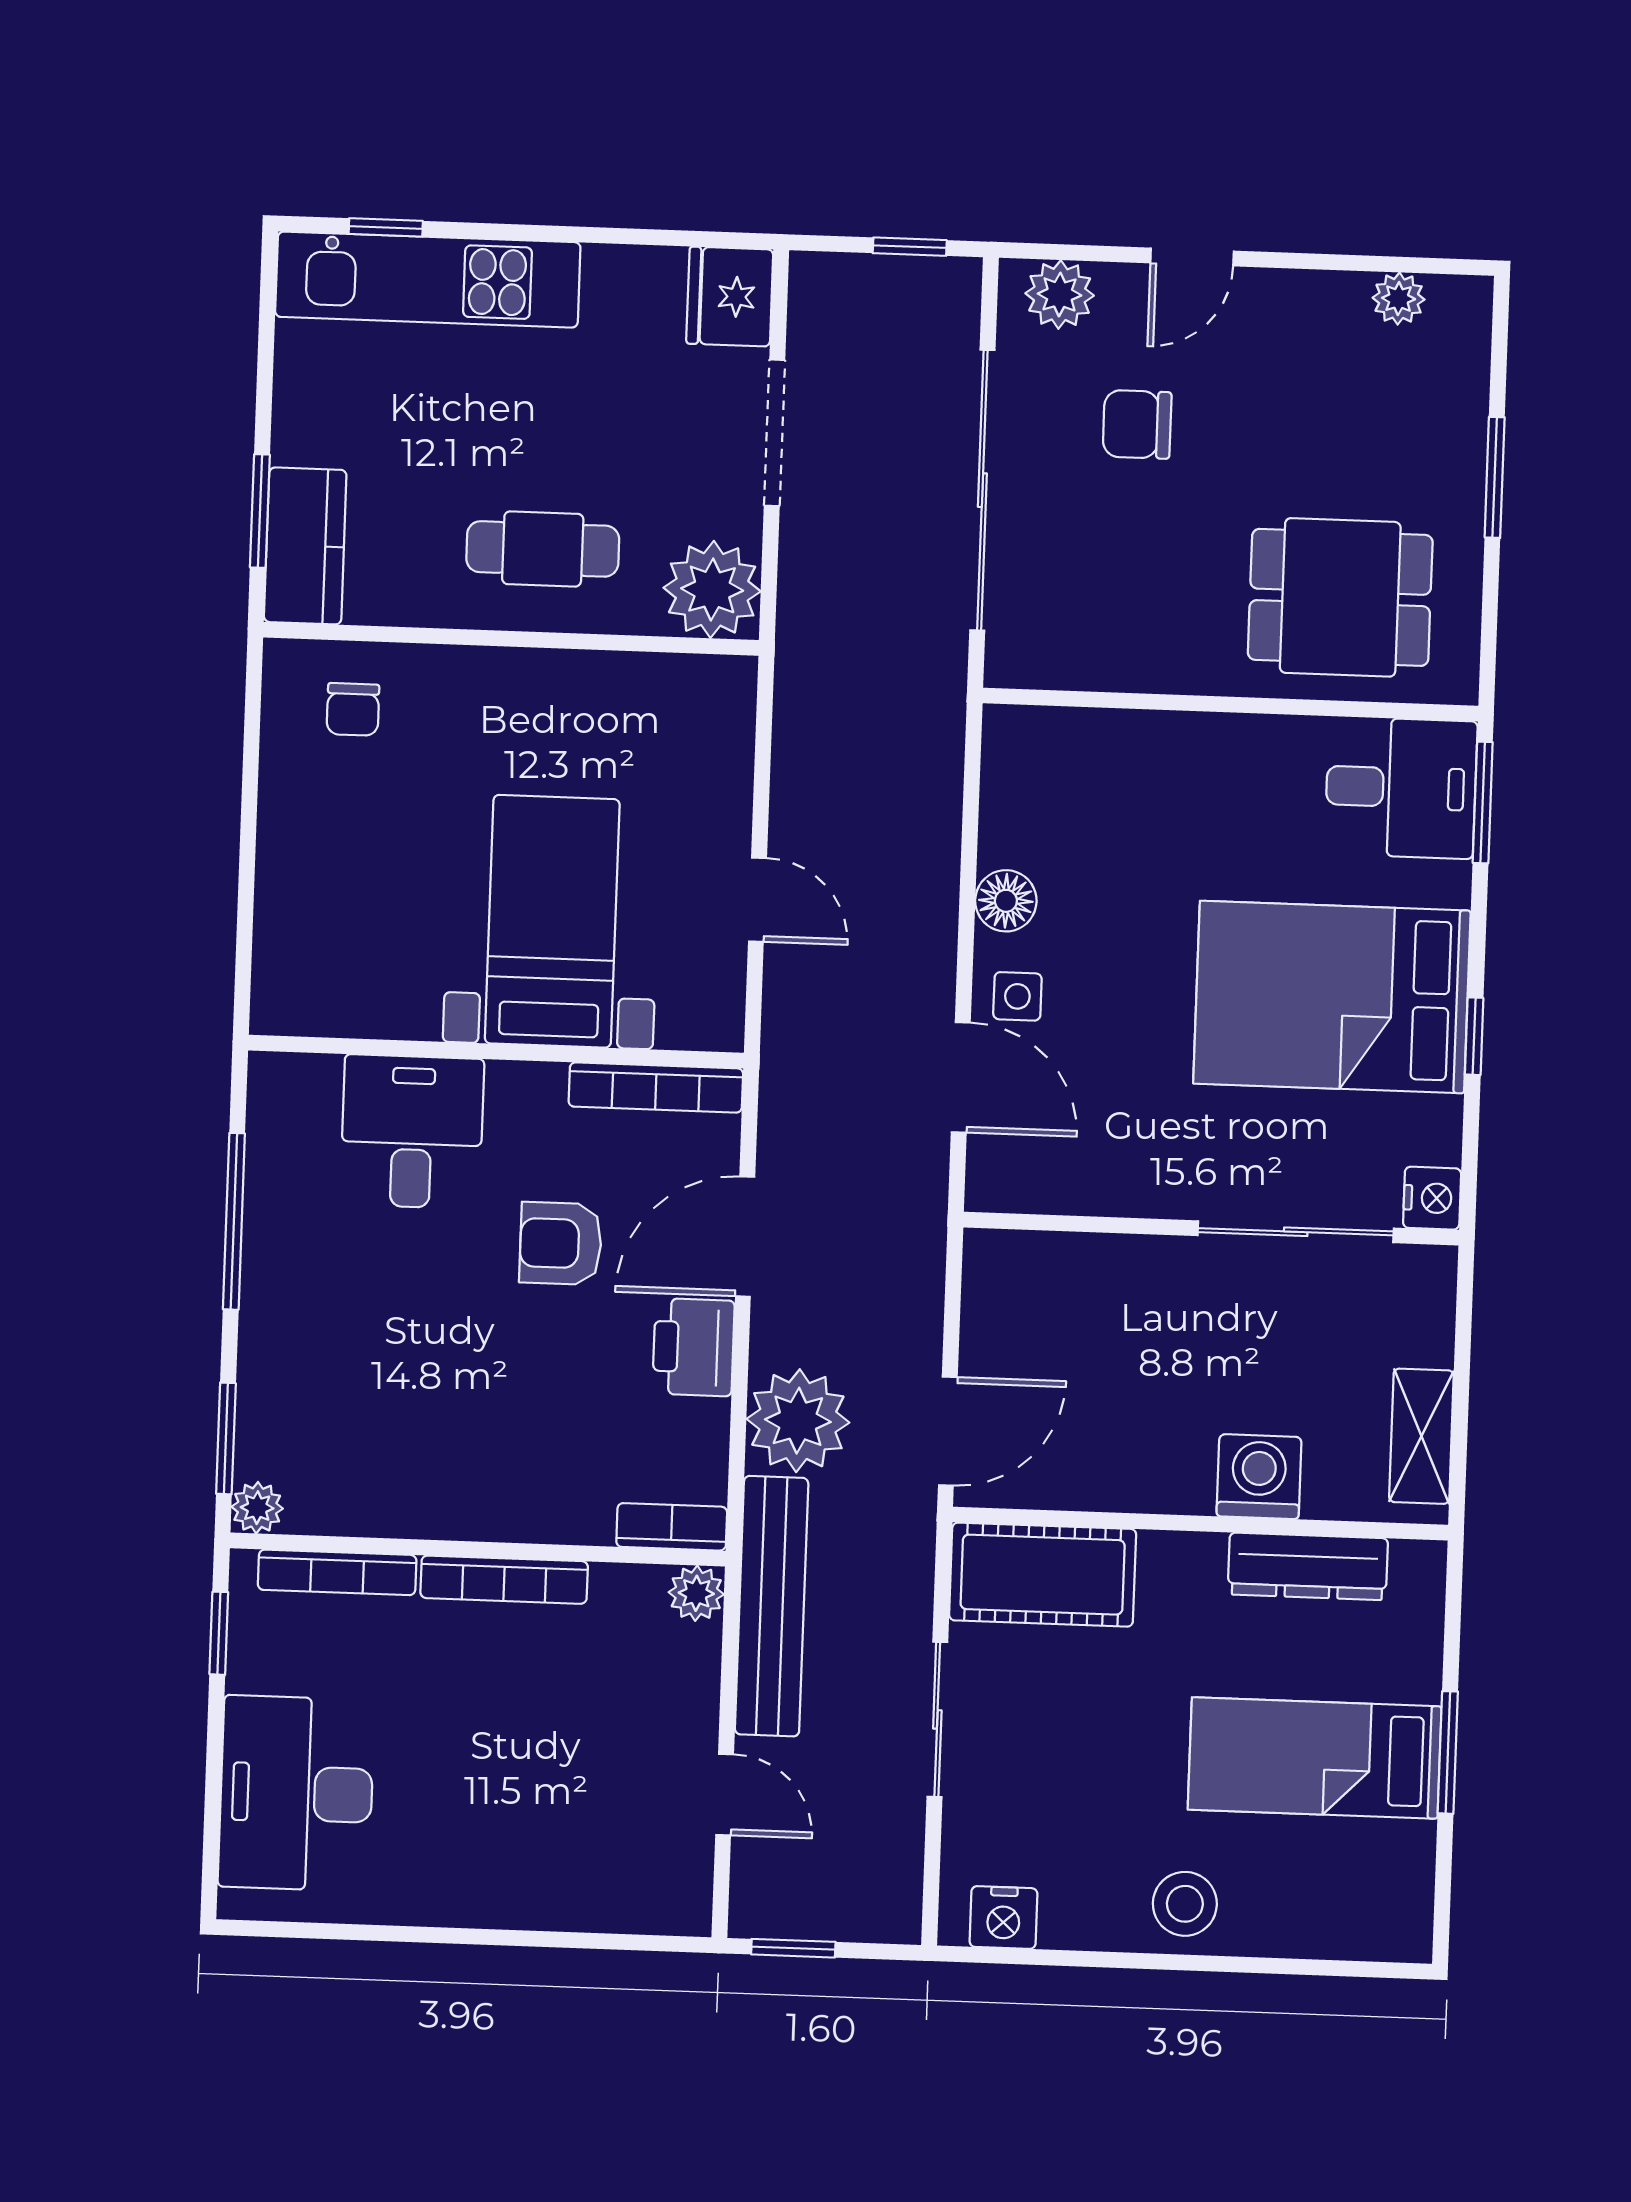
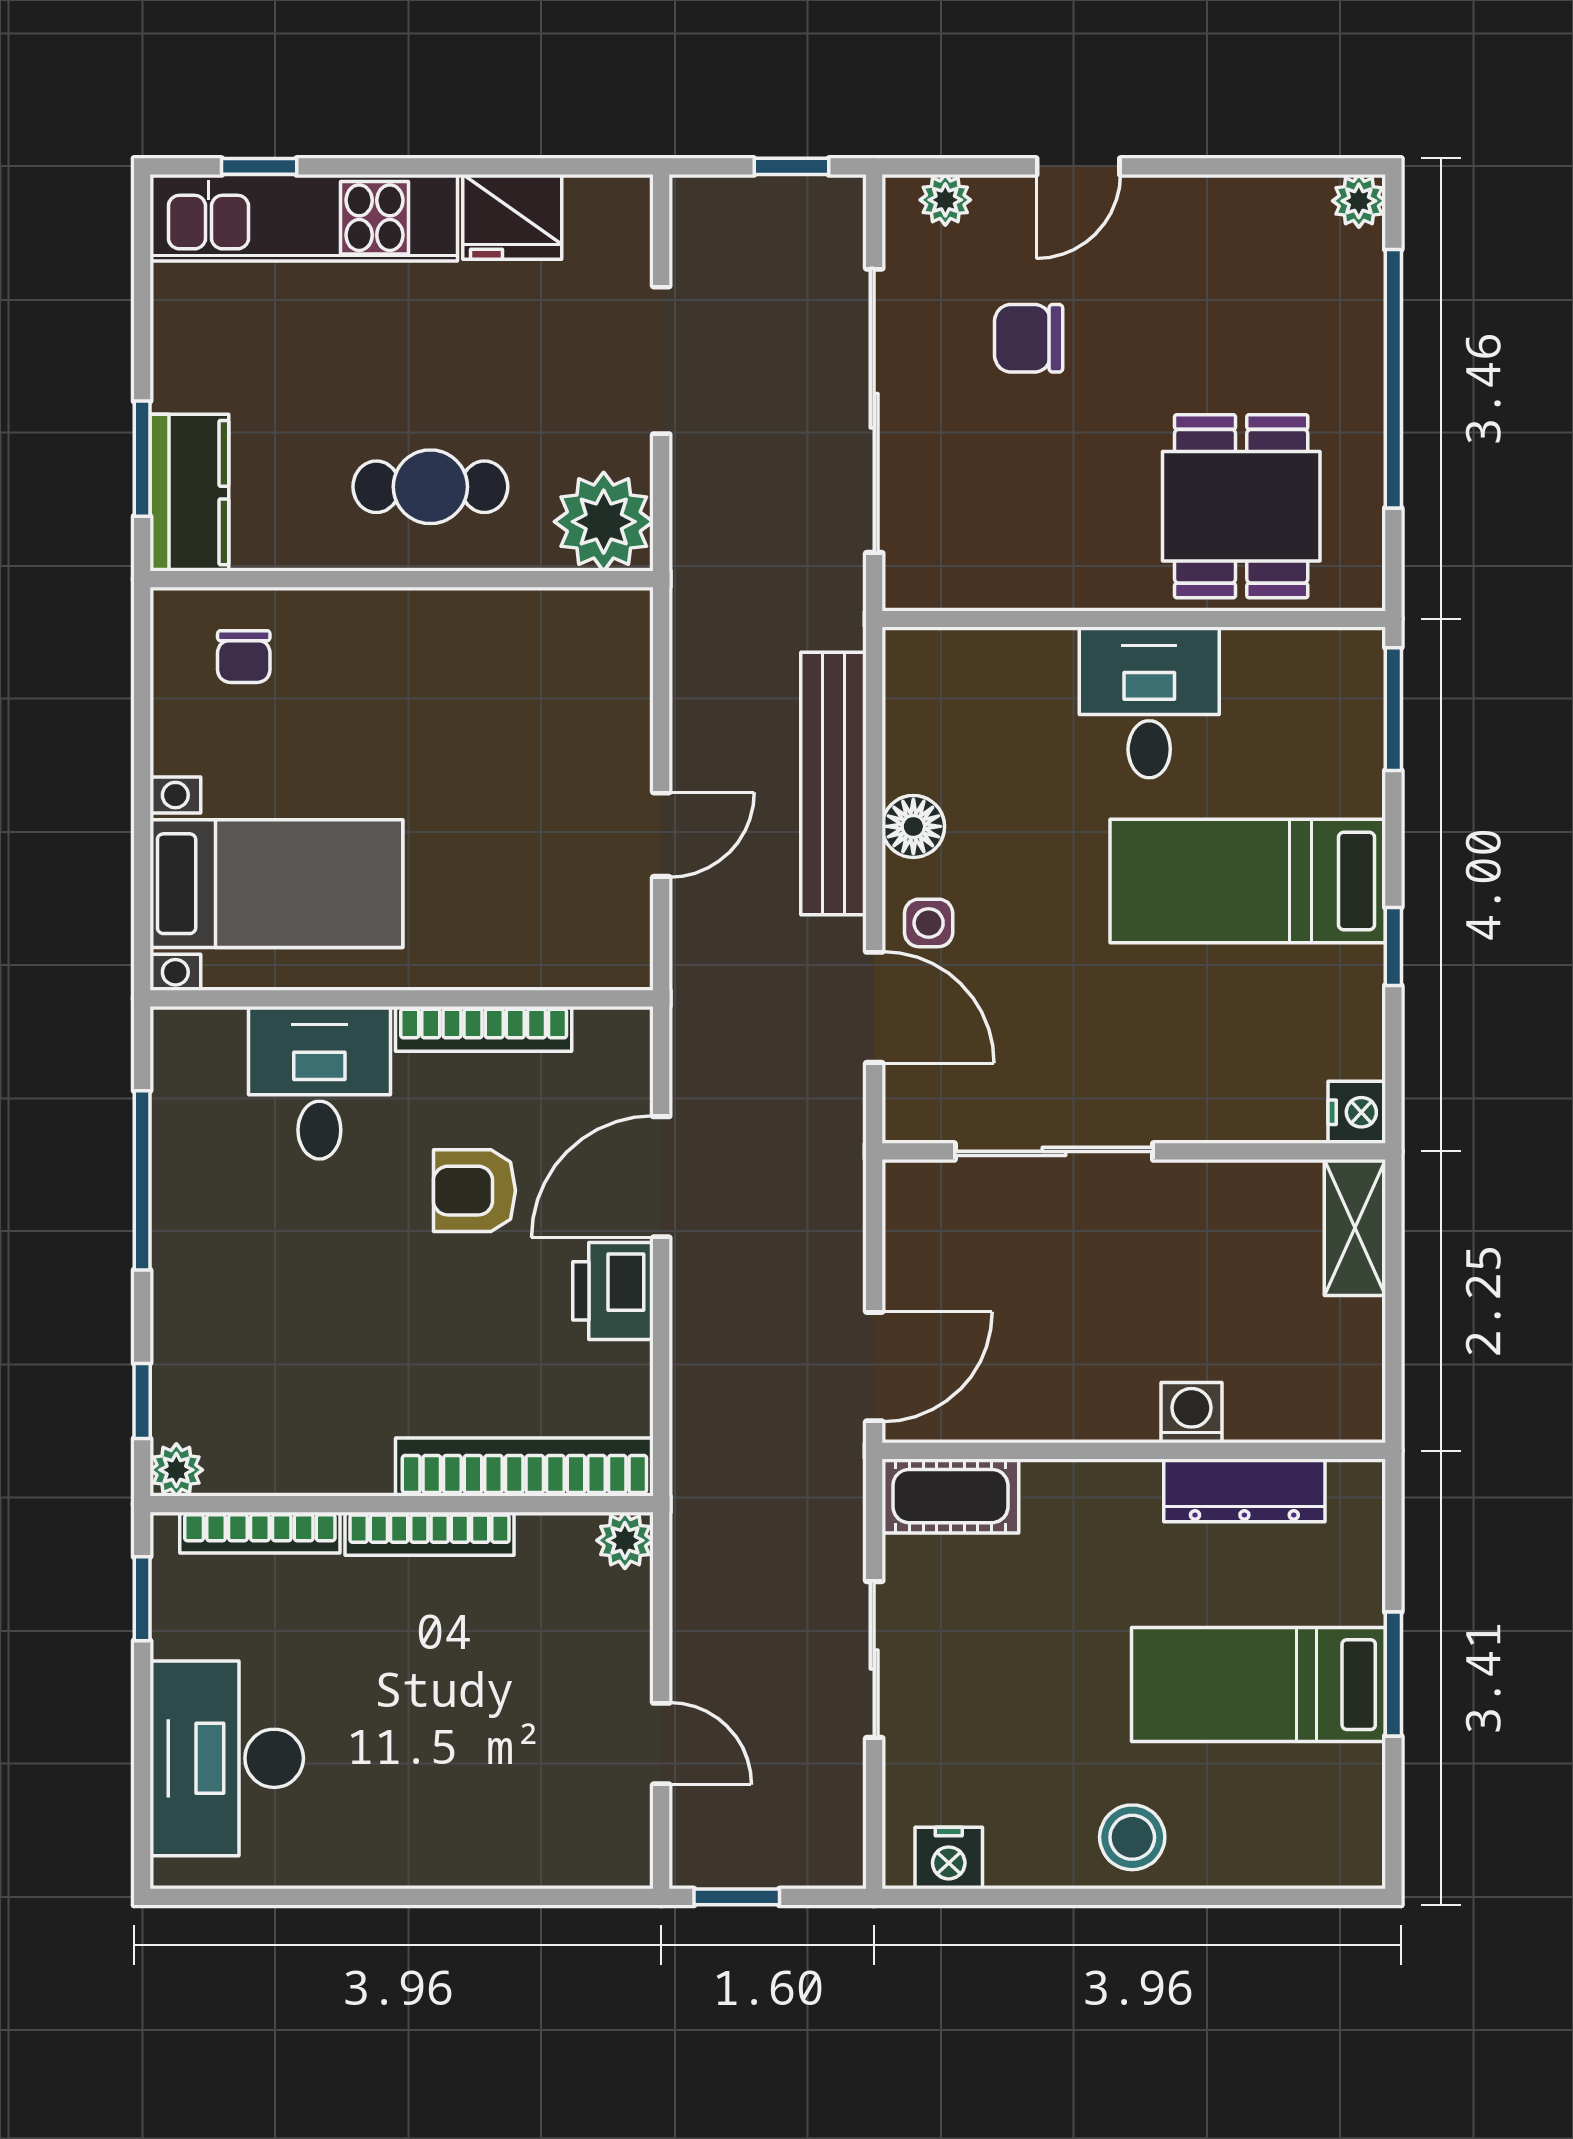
plant: (1060, 294) -> (945, 200), width x0.73, depth x0.73
fridge: (730, 297) -> (512, 217), moved, turned -90
plant: (1399, 299) -> (1359, 201), moved
window: (1495, 477) -> (1393, 379), width x2.11
dining table: (1340, 597) -> (1241, 506), turned 90
desk: (1401, 788) -> (1149, 702), moved, turned -90
door: (757, 900) -> (661, 835), hinge flipped
bed with nightstands: (552, 921) -> (276, 884), moved, turned 90
bed: (1332, 997) -> (1248, 881), width x0.67
bookcase: (656, 1088) -> (484, 1029), moved
sliding door: (1296, 1232) -> (1054, 1151), moved
plant: (798, 1421) -> (722, 1362), removed
shelving: (1421, 1436) -> (1355, 1228), moved
window: (226, 1438) -> (142, 1401), width x0.67
washing machine: (1259, 1477) -> (1191, 1413), width x0.73, depth x0.73
bookcase: (672, 1527) -> (524, 1467), width x2.31, depth x1.31
cot: (1043, 1575) -> (950, 1496), width x0.73, depth x0.75
bench: (772, 1606) -> (834, 783), moved

